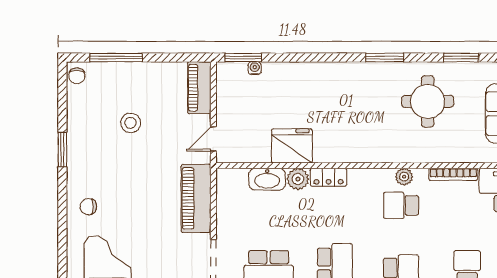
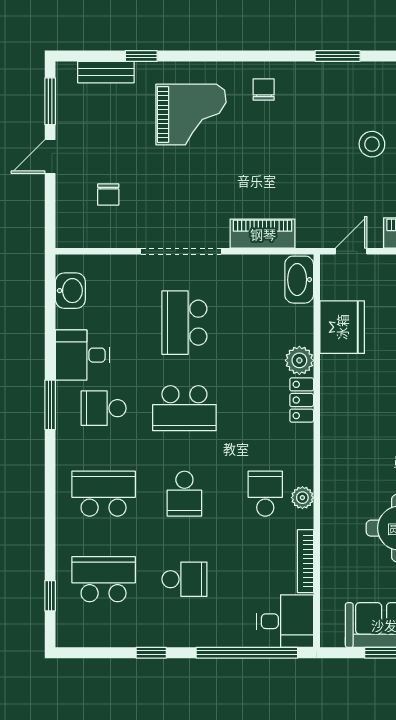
door: (213, 139) -> (351, 251), hinge flipped
fridge: (292, 146) -> (342, 327), moved
washbasin: (267, 179) -> (299, 280), moved
piano: (196, 198) -> (263, 234), width x0.73, depth x0.75

